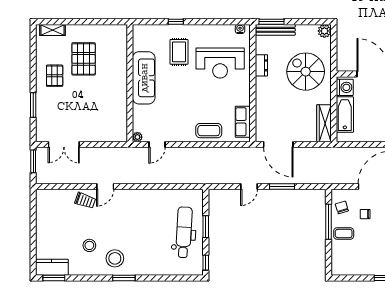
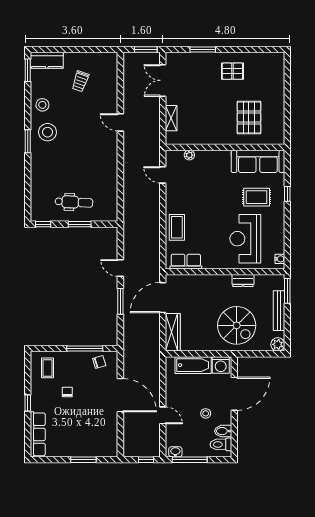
shelving: (52, 30) -> (171, 118), moved
bench: (275, 30) -> (279, 311), moved
pallet: (84, 59) -> (249, 118), moved, turned 90
spiral stairs: (306, 72) -> (237, 325), turned 90
sofa: (144, 78) -> (258, 161), moved
wardrobe: (324, 123) -> (173, 332), moved, turned 90
plant: (137, 137) -> (189, 155), moved
trolley: (85, 201) -> (80, 81), moved
chair: (365, 214) -> (67, 392), moved
dental chair: (184, 232) -> (74, 202), width x0.73, depth x0.72
coffee table: (344, 234) -> (48, 368), moved
stool: (89, 245) -> (42, 105), moved
kitchen counter: (52, 267) -> (47, 60), moved, turned 90

